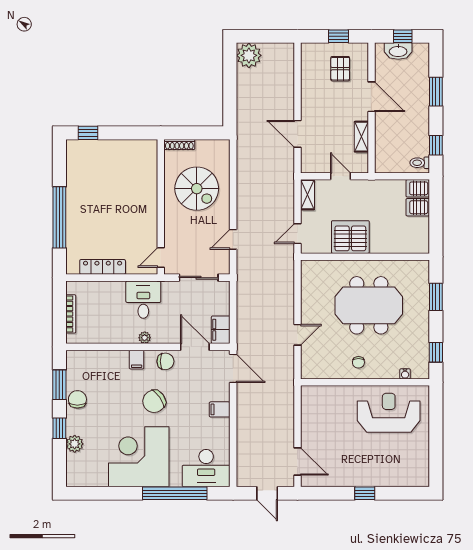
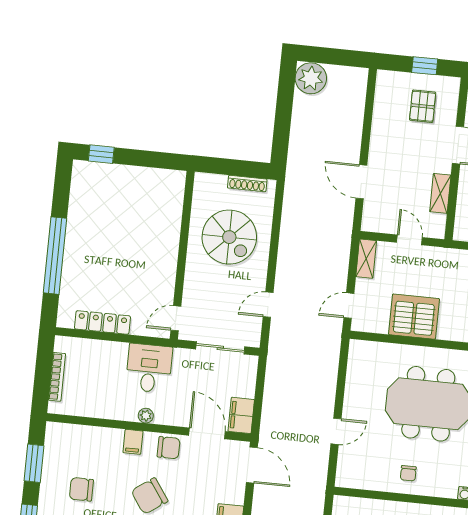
shoe rack: (179, 144) -> (247, 184), moved
chair: (77, 399) -> (81, 489), moved, turned -90

